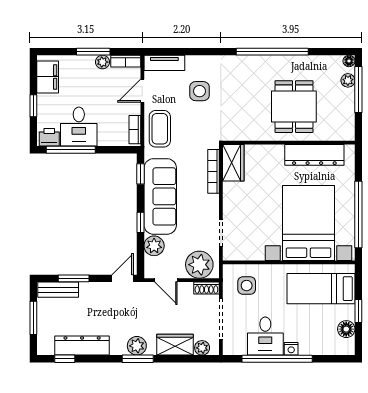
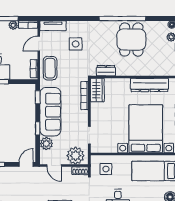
dining table: (294, 107) -> (131, 40), moved
dresser: (247, 133) -> (106, 71), added

